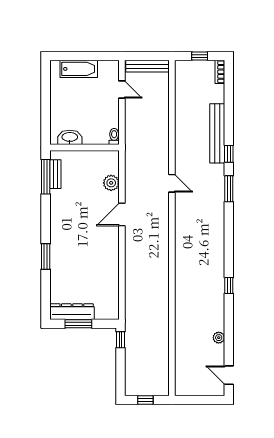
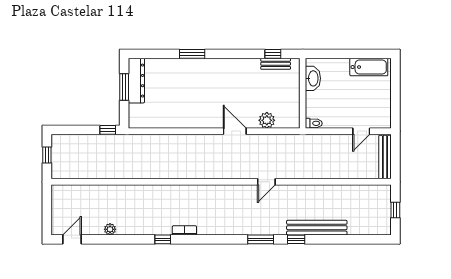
bathtub: (79, 69) -> (369, 67), moved, turned -90
bookcase: (220, 72) -> (184, 230), moved
window: (46, 177) -> (273, 54), width x0.46

